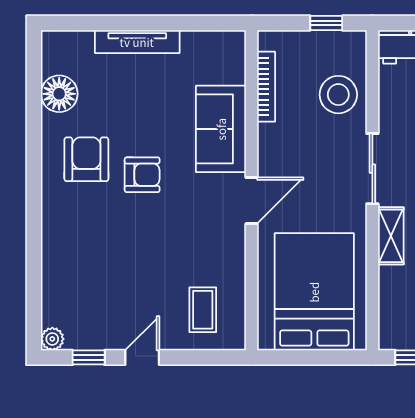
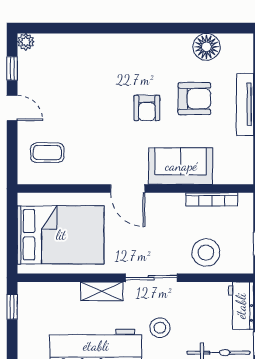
armchair: (86, 159) -> (194, 99), moved

